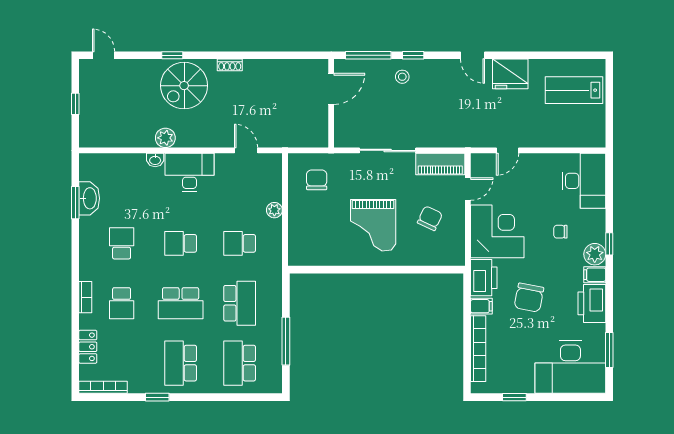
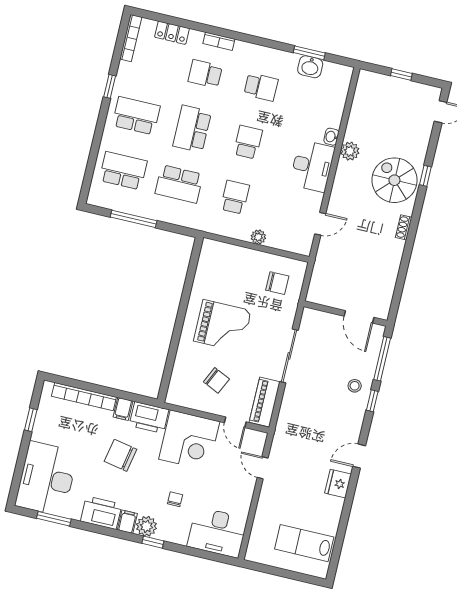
fridge: (510, 74) -> (338, 484), width x0.73, depth x0.75
lab bench: (574, 90) -> (304, 543), turned -90
washbasin: (89, 198) -> (310, 67), width x0.72
grand piano: (373, 225) -> (222, 326), turned 180

